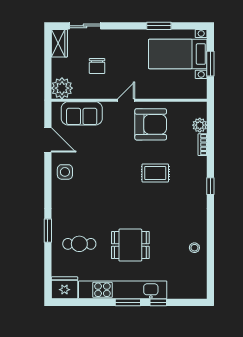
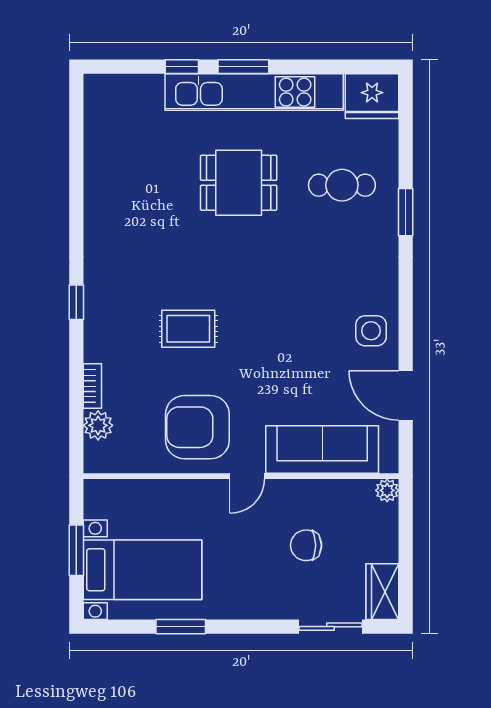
chair: (97, 66) -> (306, 545), turned -90
plant: (62, 88) -> (387, 490), width x0.53, depth x0.53
sofa: (82, 113) -> (322, 449), width x1.36
stool: (194, 248) -> (109, 177), removed

